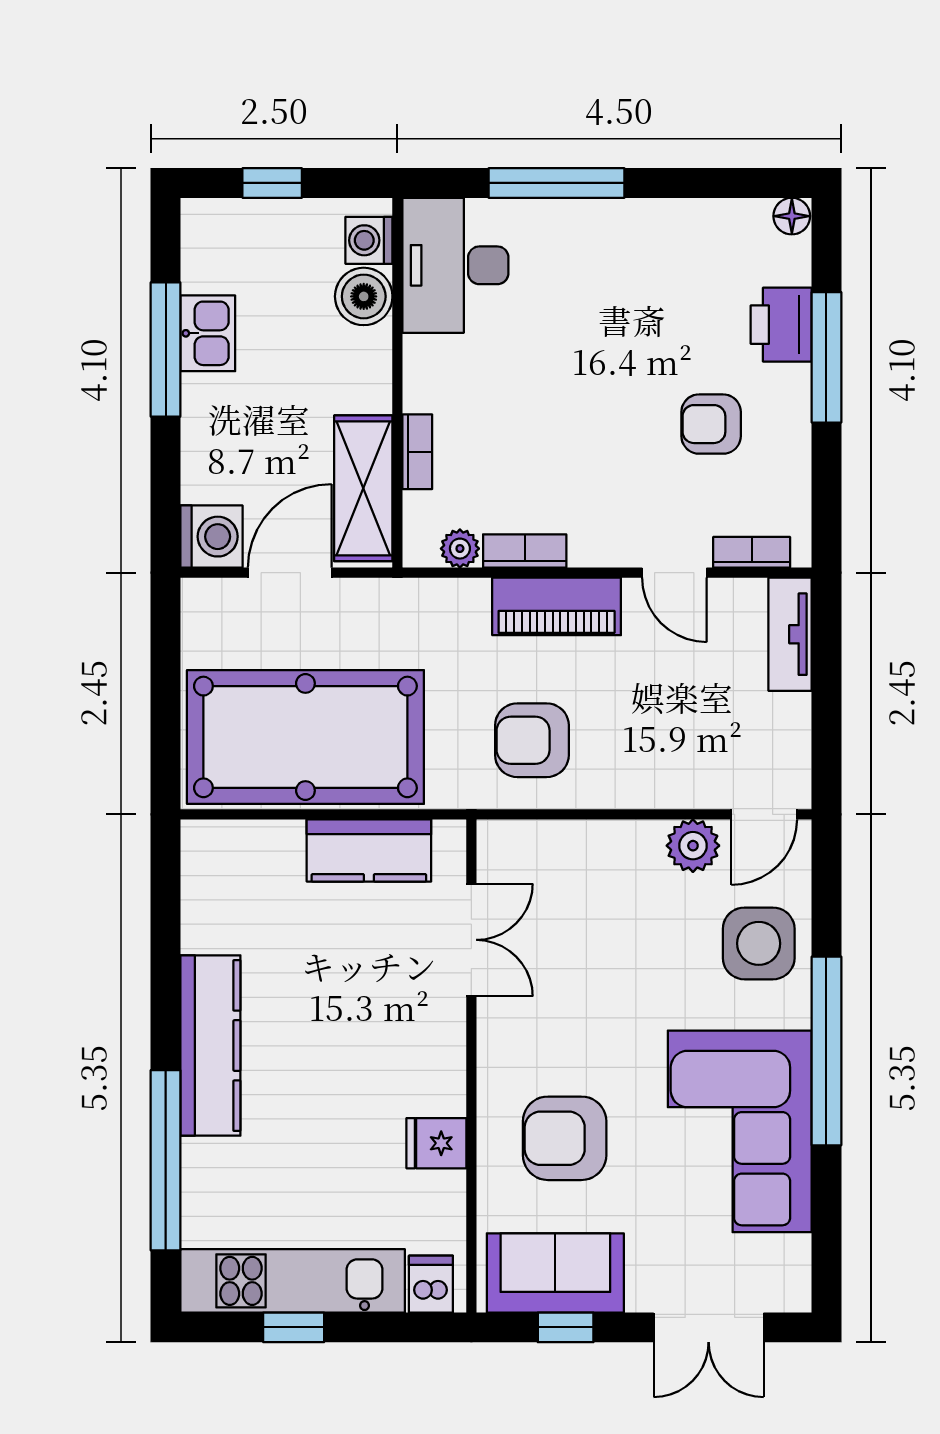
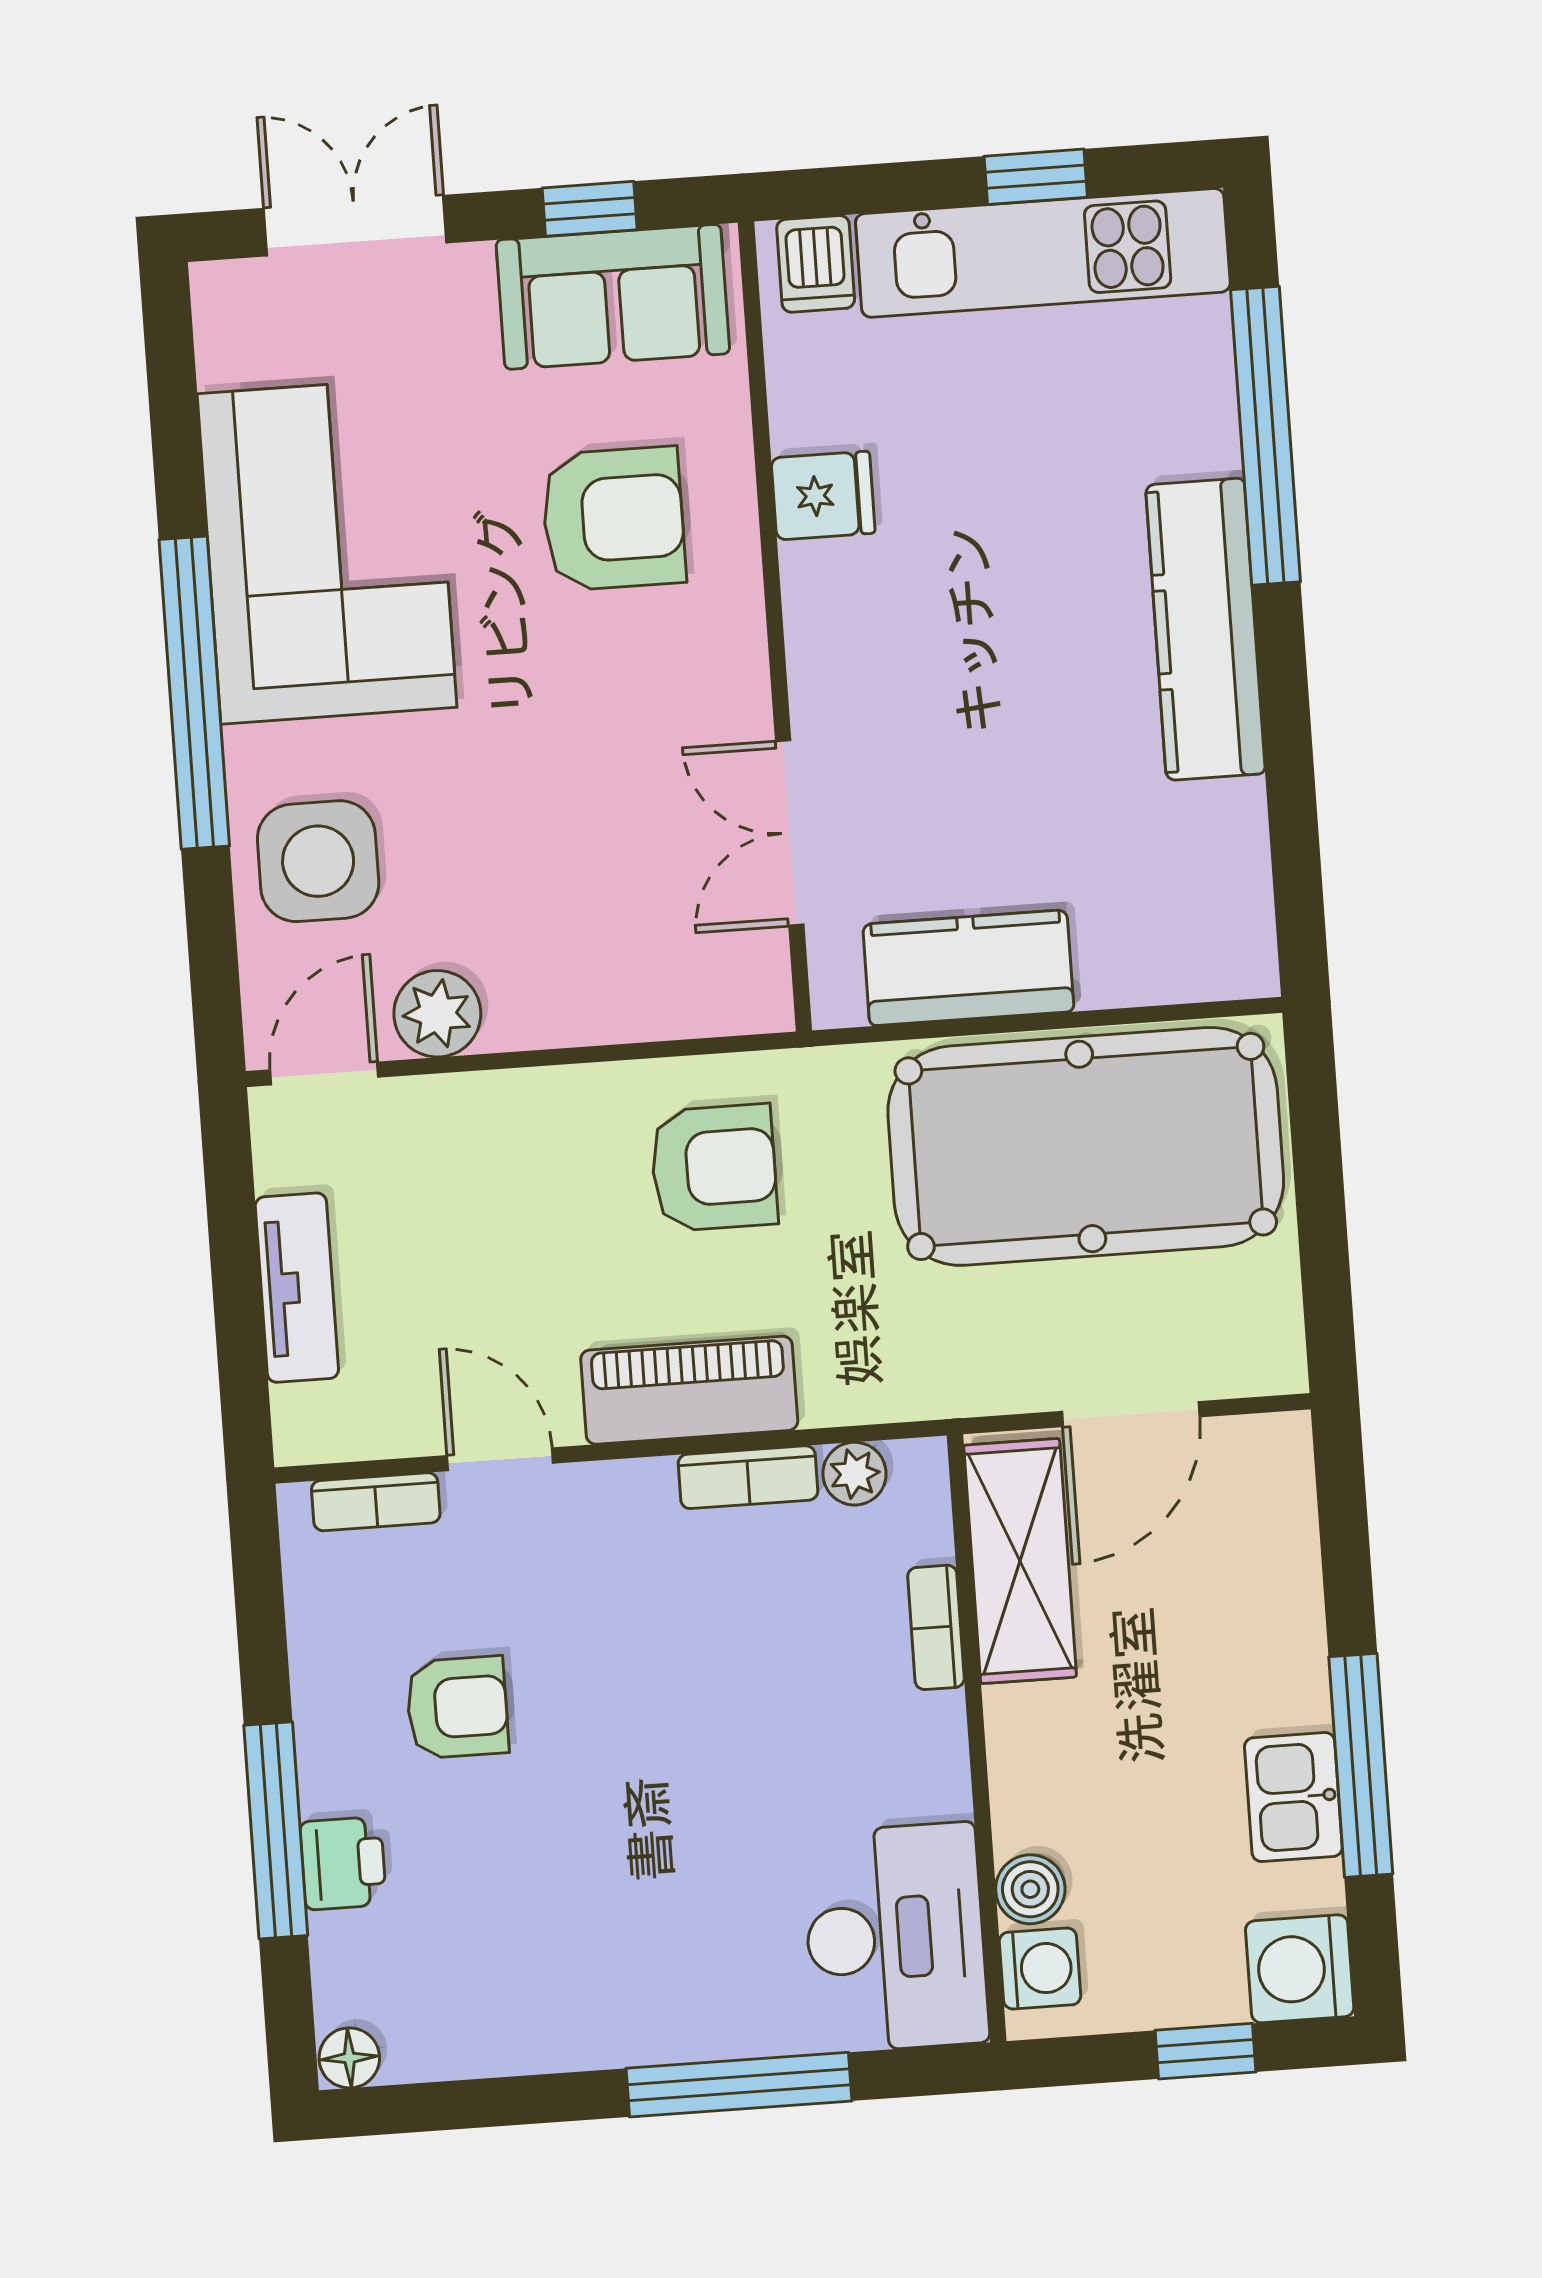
boiler: (364, 296) -> (1030, 1889), width x0.73, depth x0.73
printer: (781, 325) -> (343, 1863), width x0.73, depth x0.81
washing machine: (211, 537) -> (1300, 1969), moved
tv unit: (790, 634) -> (297, 1288), moved

